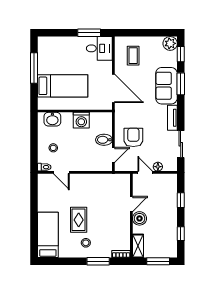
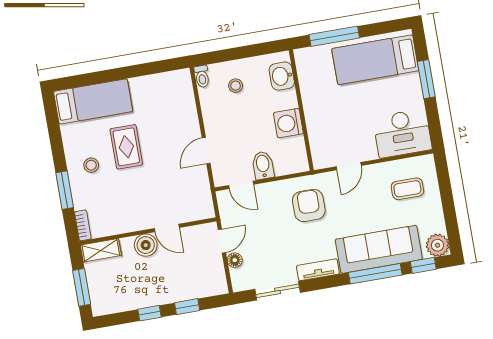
window: (89, 33) -> (426, 79), moved
desk: (99, 48) -> (402, 133), width x1.37
window: (34, 68) -> (334, 36), moved
window: (181, 84) -> (375, 274), width x1.44
bed: (63, 86) -> (375, 60), moved, turned 90
sofa: (166, 86) -> (379, 249), width x1.36
door: (113, 88) -> (349, 166), width x0.53
armchair: (133, 137) -> (309, 205), moved, turned -90
door: (61, 172) -> (206, 151), moved
rug: (79, 220) -> (126, 147), turned 90
window: (181, 234) -> (150, 313), moved

